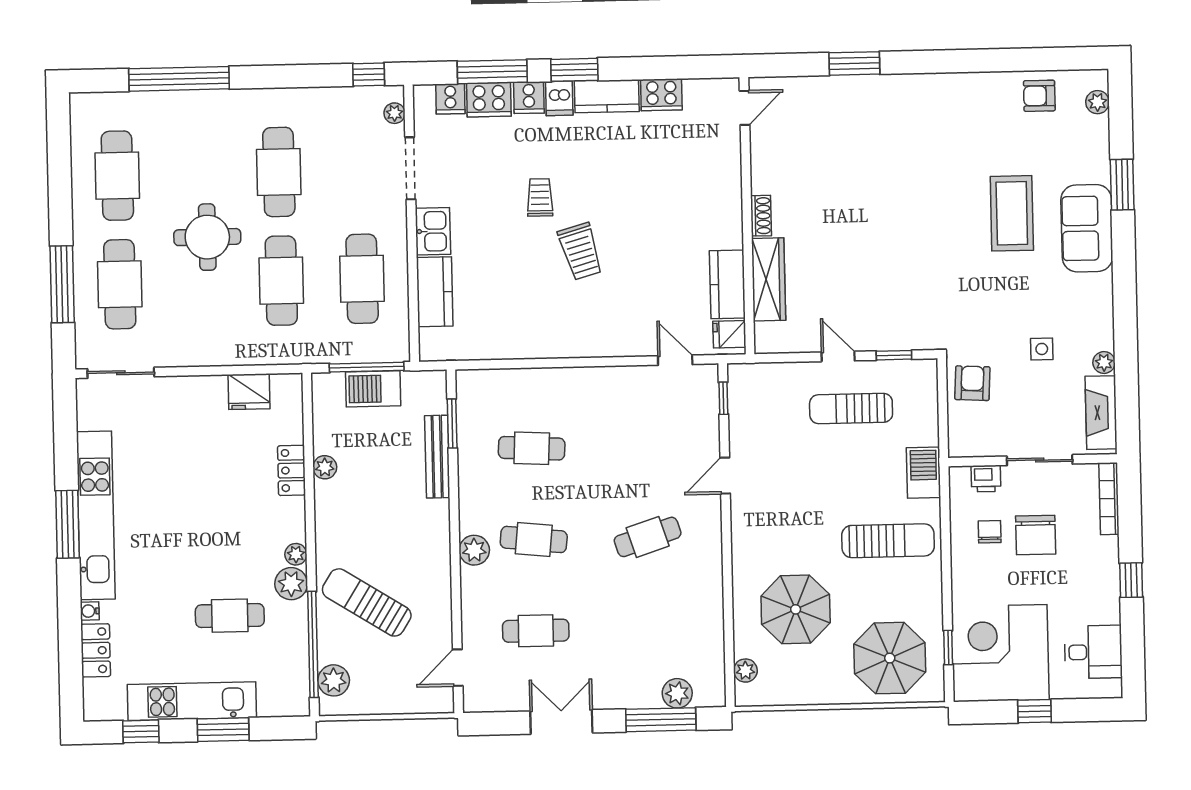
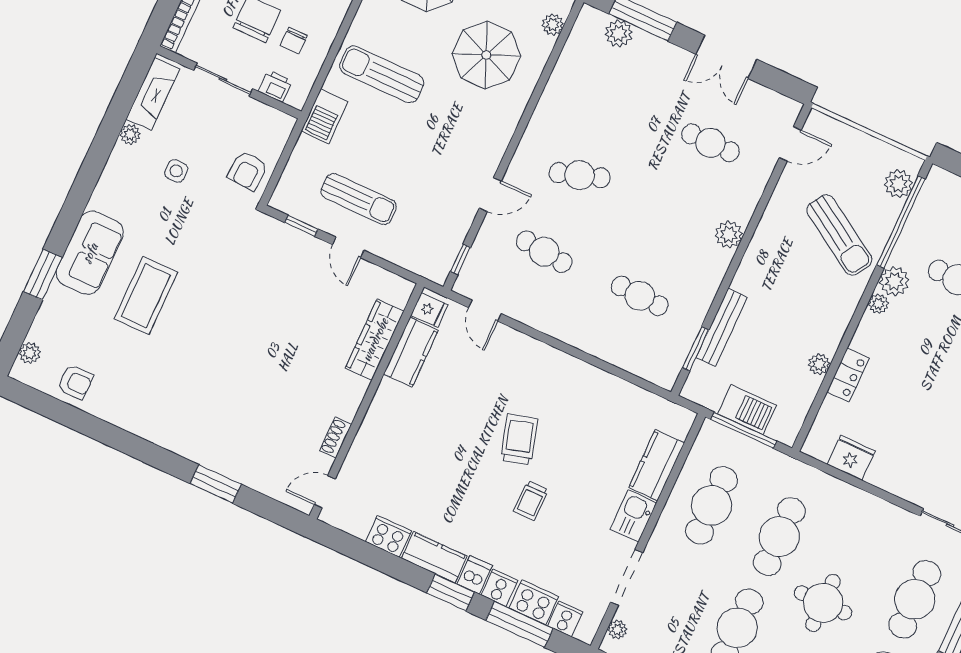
shoe rack: (761, 216) -> (336, 438), moved
cafe table: (534, 539) -> (544, 252), moved

